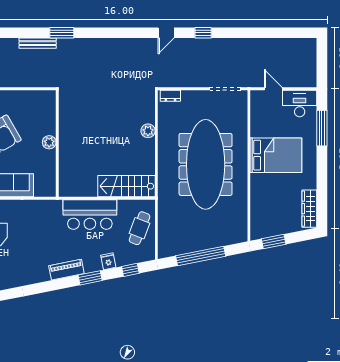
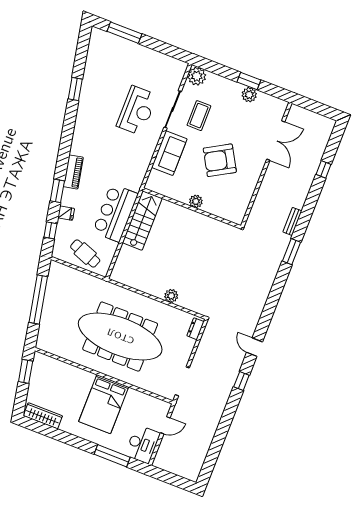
bench: (38, 43) -> (292, 221), width x0.73
stairs: (126, 186) -> (142, 221), moved

